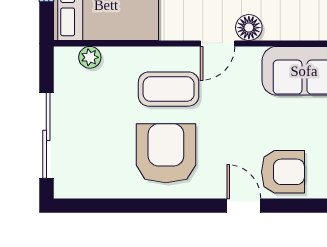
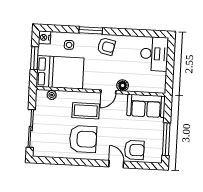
armchair: (166, 153) -> (83, 139), turned 90

